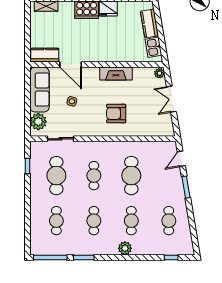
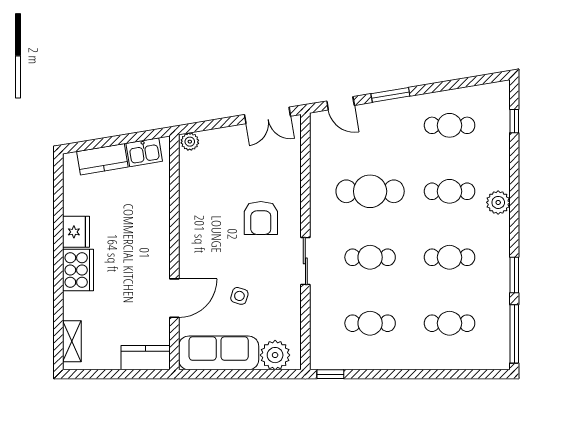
kitchen counter: (45, 55) -> (146, 358), moved, turned 90
fireplace: (116, 73) -> (190, 218), removed
double door: (171, 99) -> (267, 115), moved
sliding door: (61, 139) -> (305, 261), moved
window: (27, 166) -> (330, 374), moved
cafe table: (56, 176) -> (370, 323), width x0.73, depth x0.74

